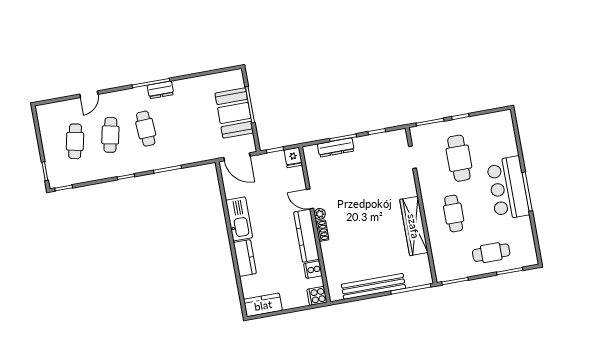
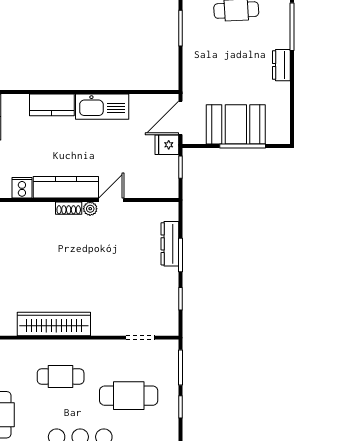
dresser: (160, 90) -> (281, 65), moved
fridge: (293, 157) -> (167, 145), moved

